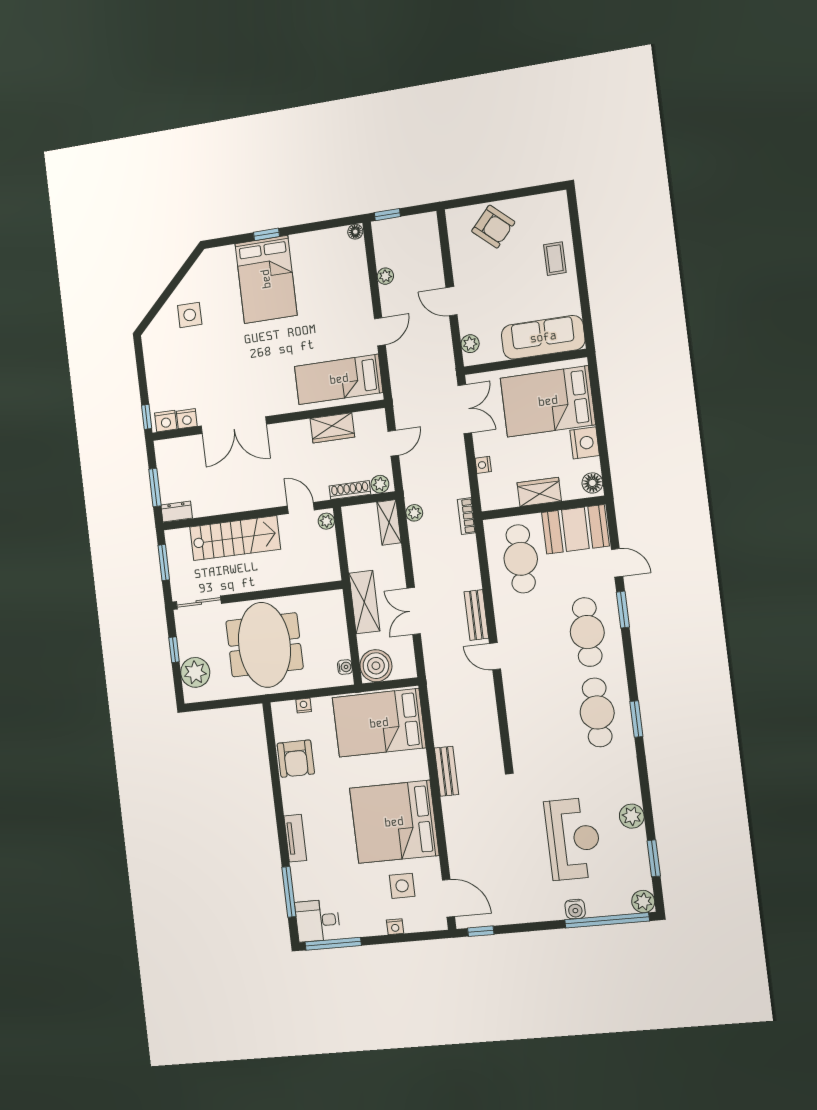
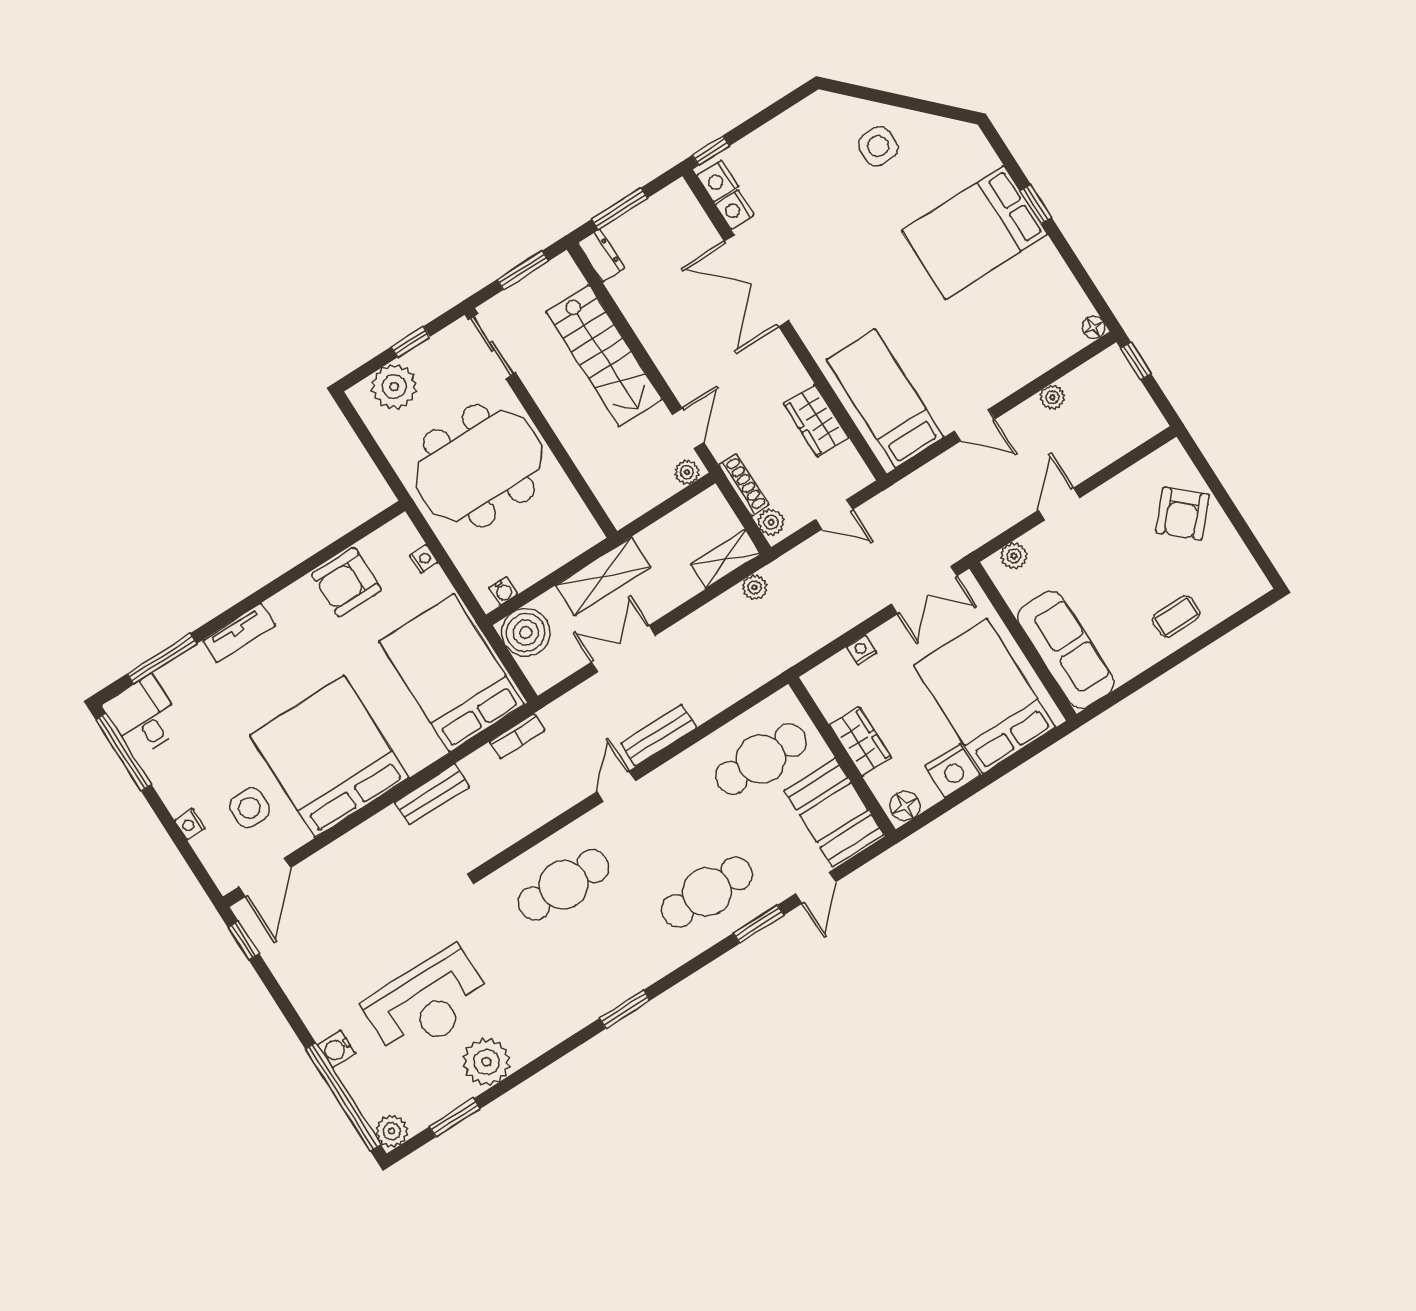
bookcase: (467, 516) -> (517, 736), moved, turned 180
cafe table: (597, 712) -> (563, 885), moved
plant: (632, 816) -> (486, 1062), width x1.36, depth x1.36

